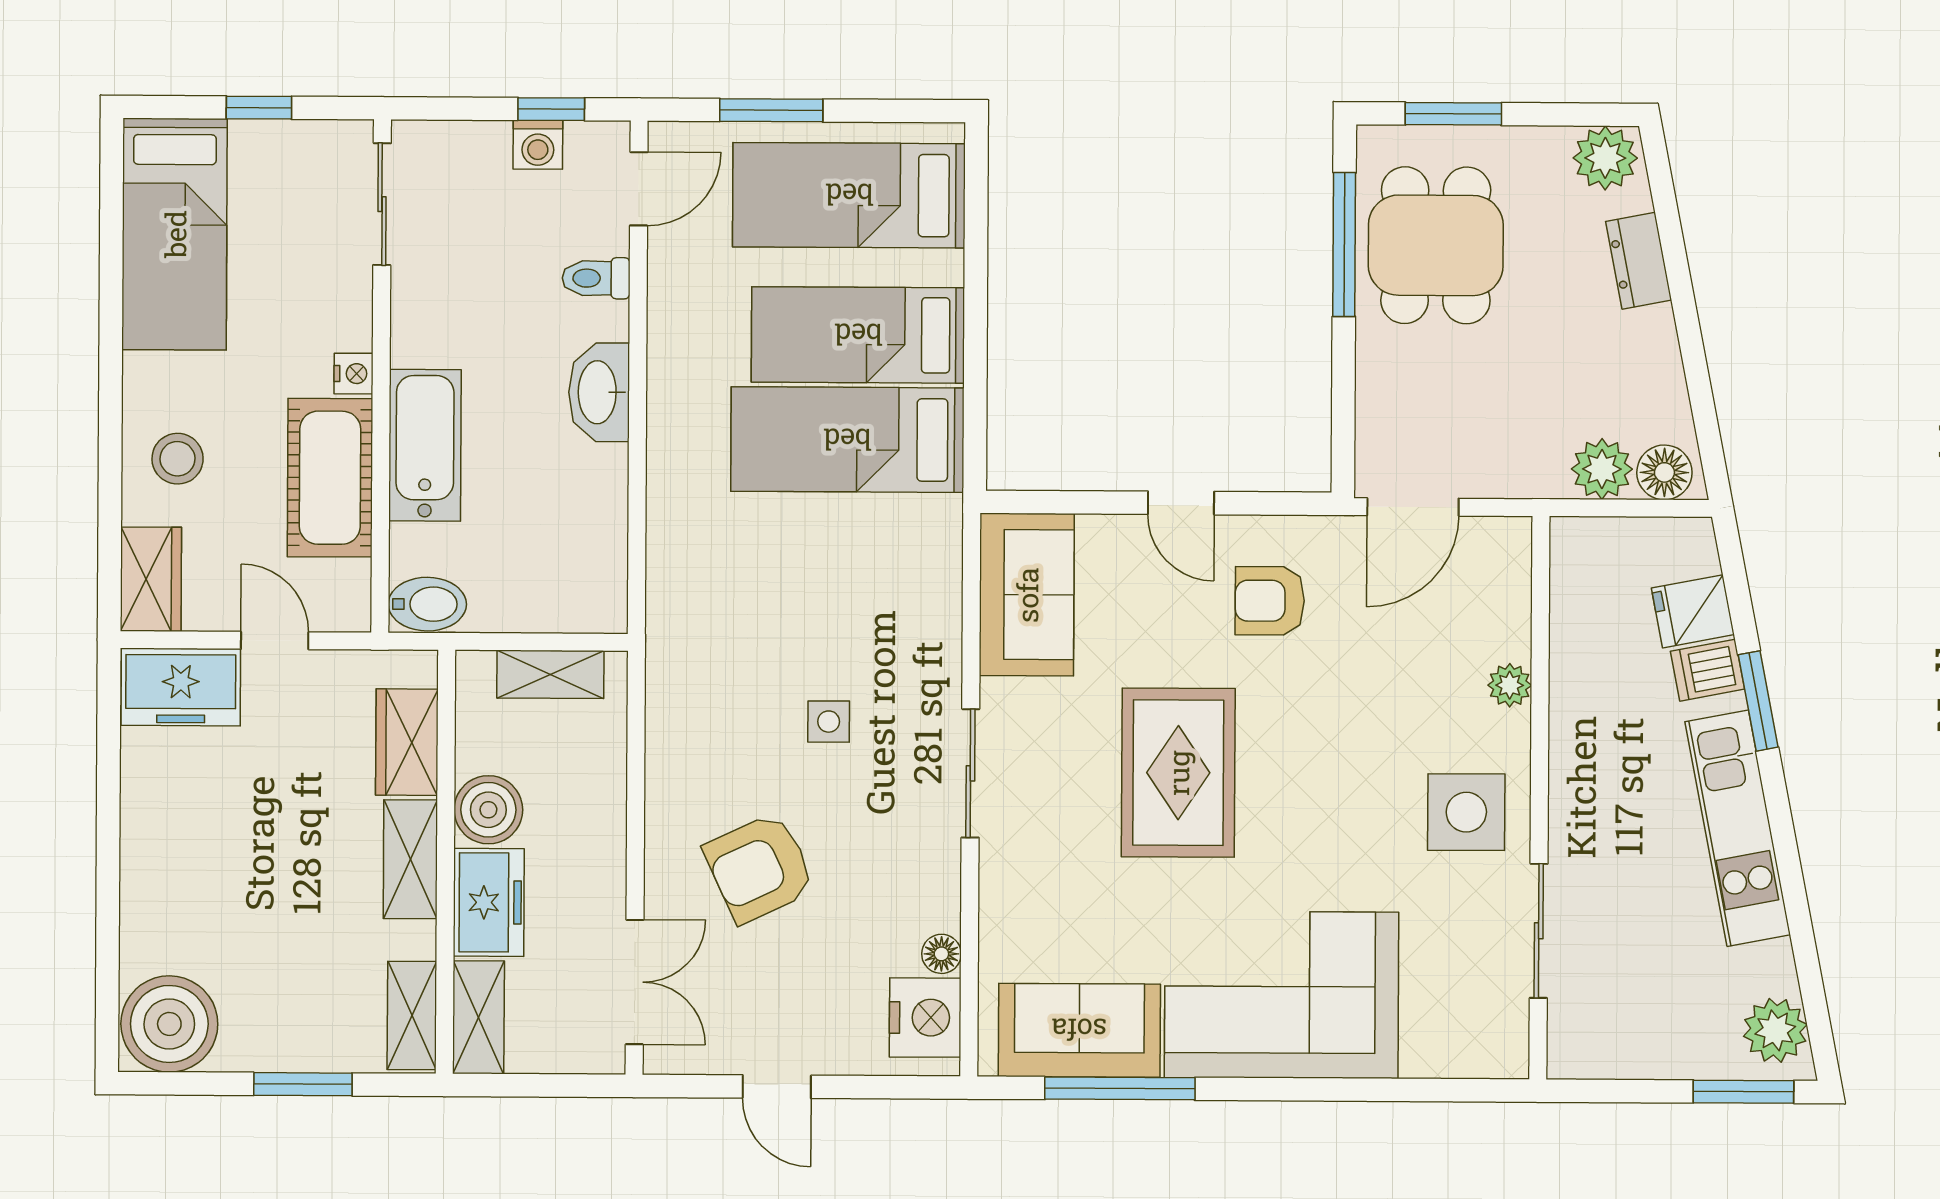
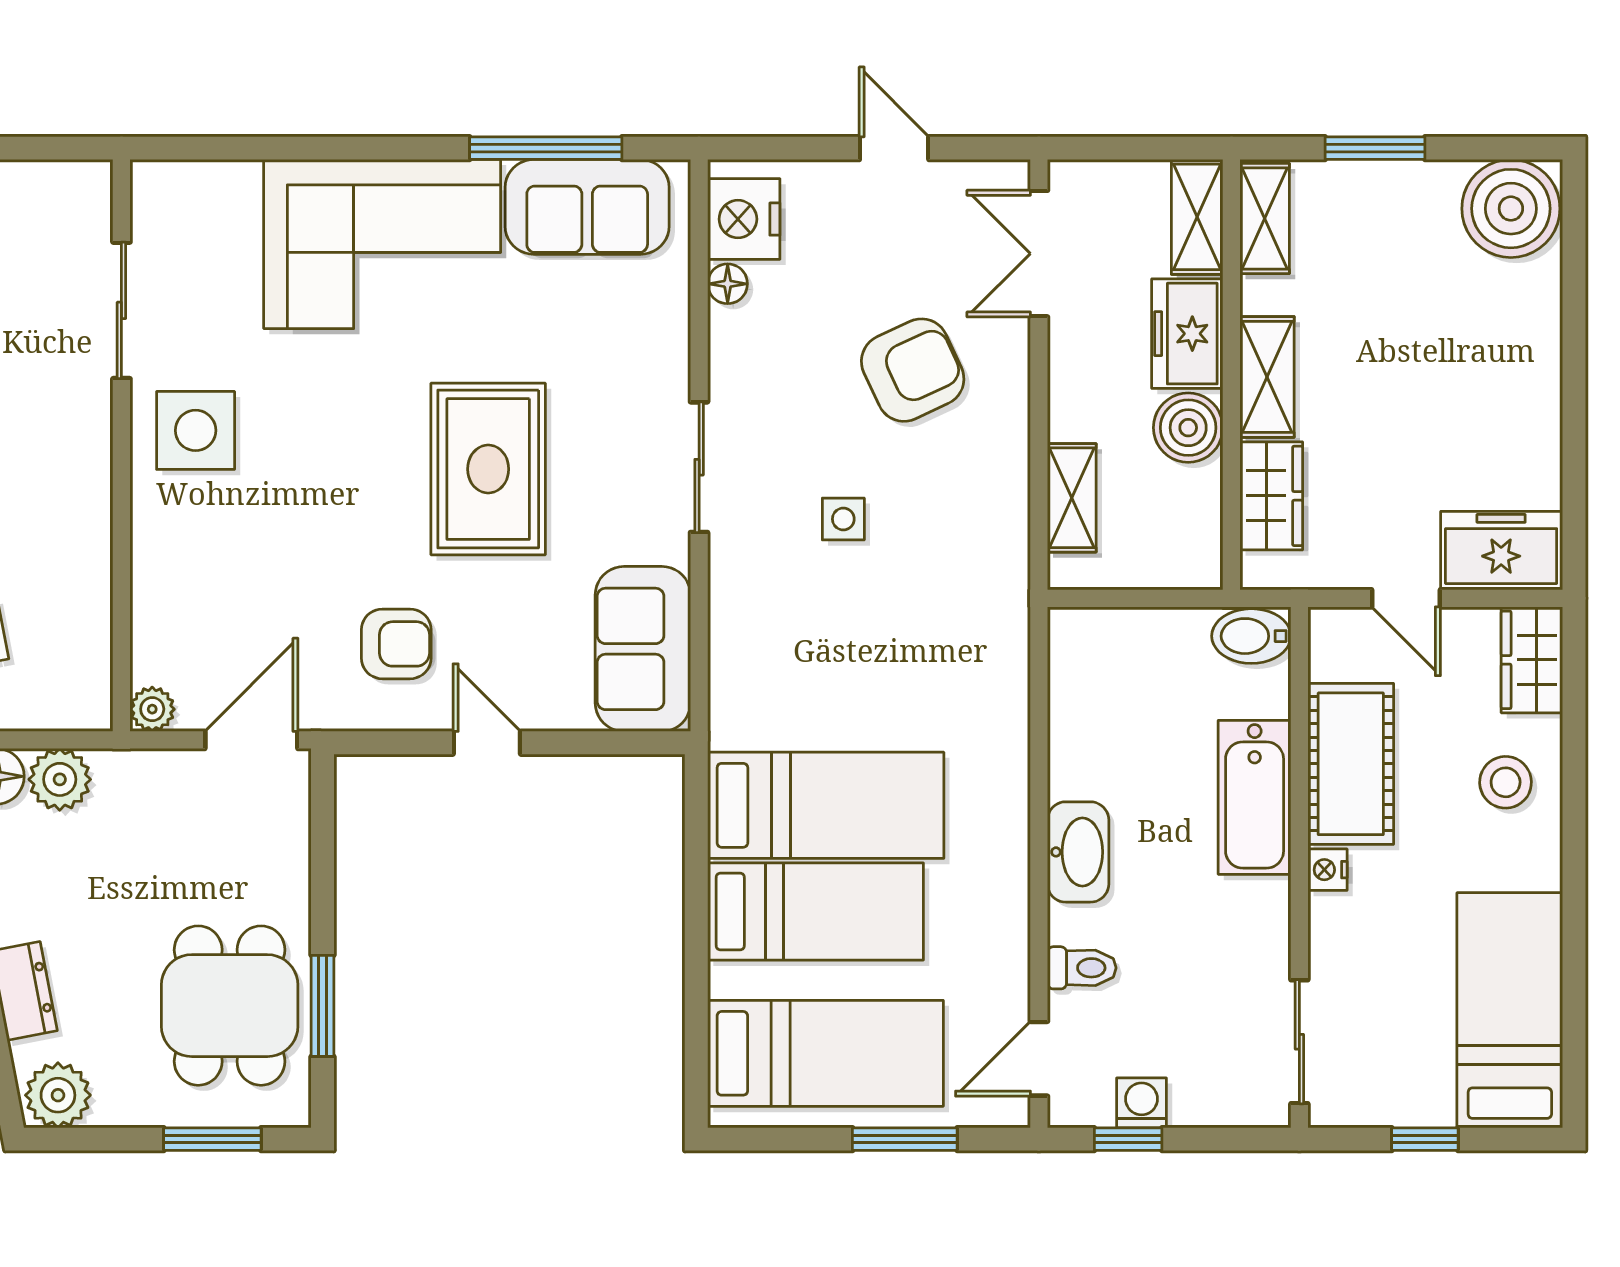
window: (1344, 245) -> (323, 1006), width x0.69
shelving: (550, 674) -> (1072, 498), moved, turned 90
plant: (1510, 685) -> (152, 709), moved

